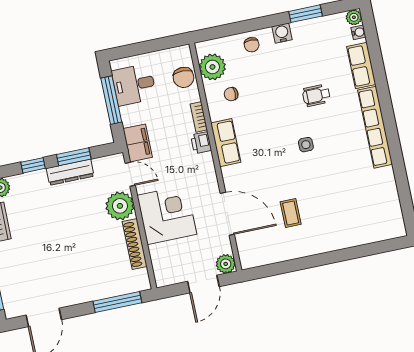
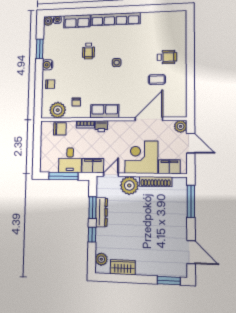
desk: (134, 85) -> (70, 160), moved
wheelchair: (329, 221) -> (167, 57), added
filing cabinet: (161, 260) -> (169, 167), added

